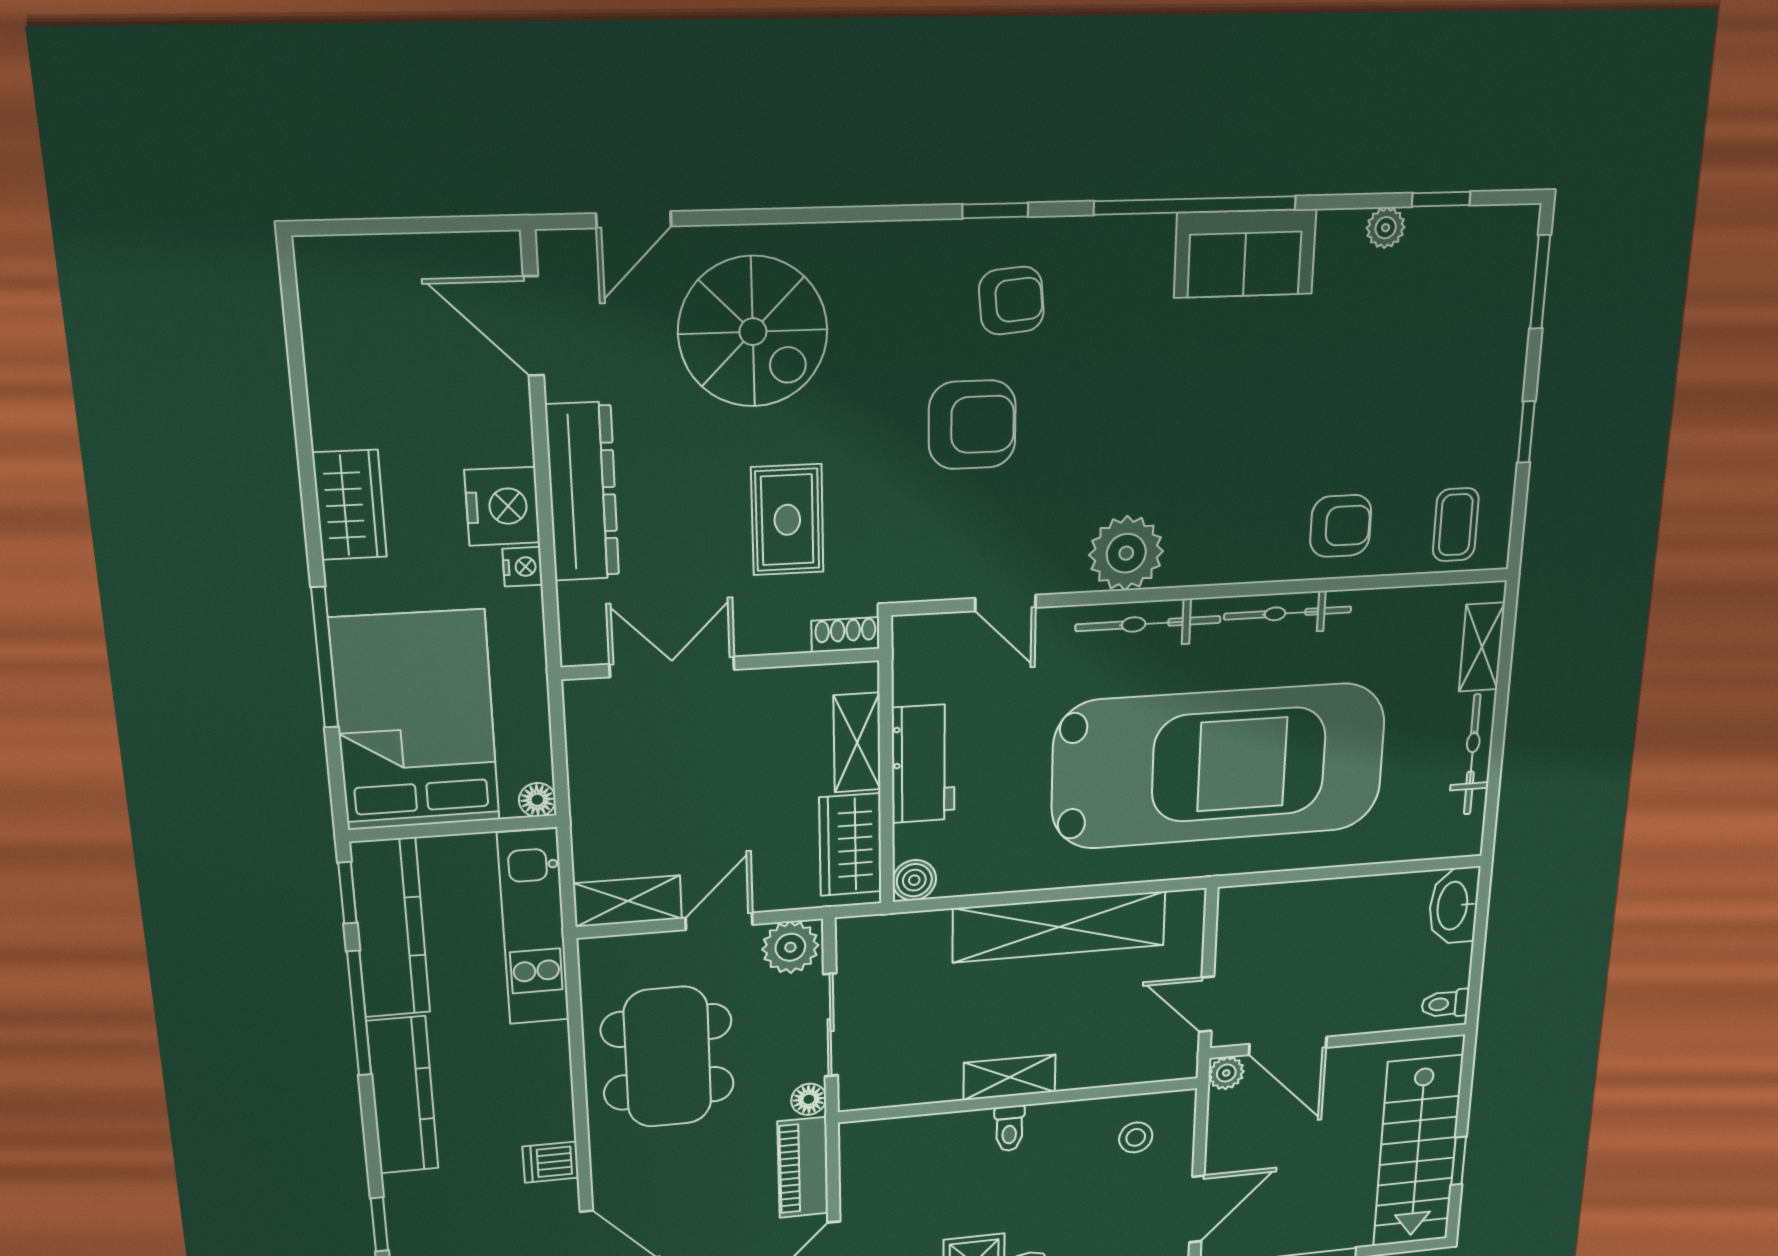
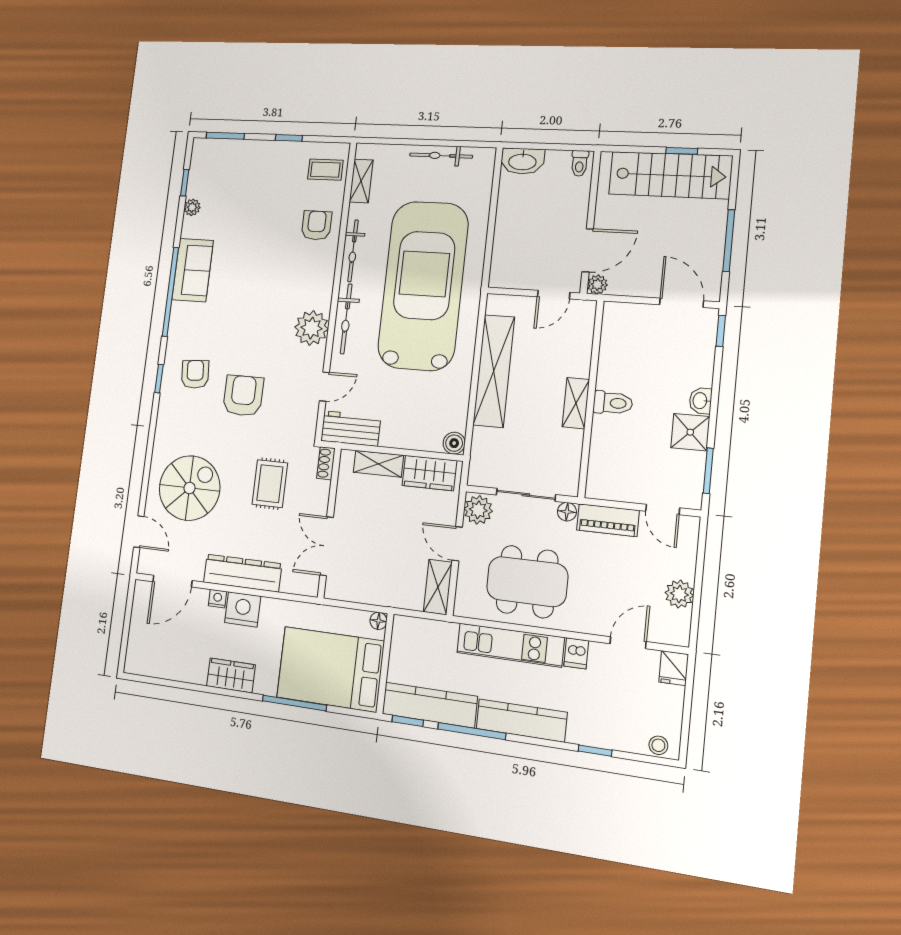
rug: (787, 520) -> (270, 484), turned 90
nightstand: (523, 567) -> (218, 599), moved
shelving: (1482, 647) -> (361, 181), moved, turned 90
workbench: (923, 764) -> (351, 429), moved
kitchen unit: (533, 927) -> (510, 645), moved
toilet: (1009, 1128) -> (613, 403), width x1.37, depth x1.39
stool: (1136, 1137) -> (627, 336), removed

